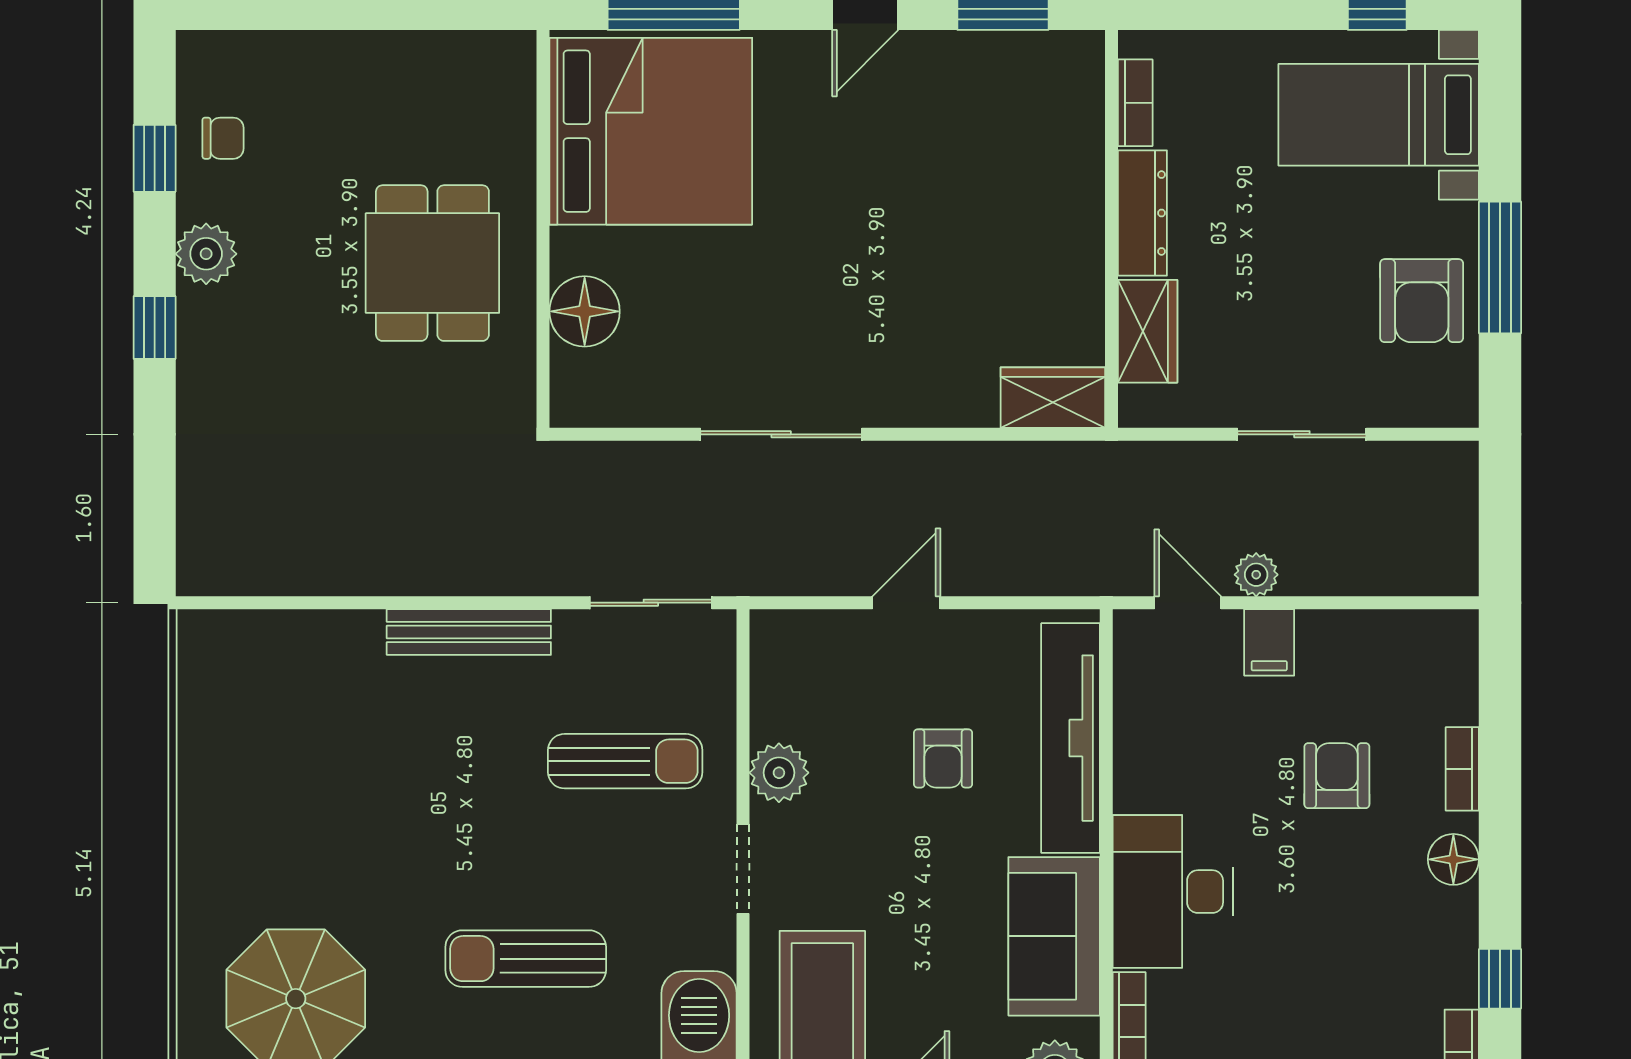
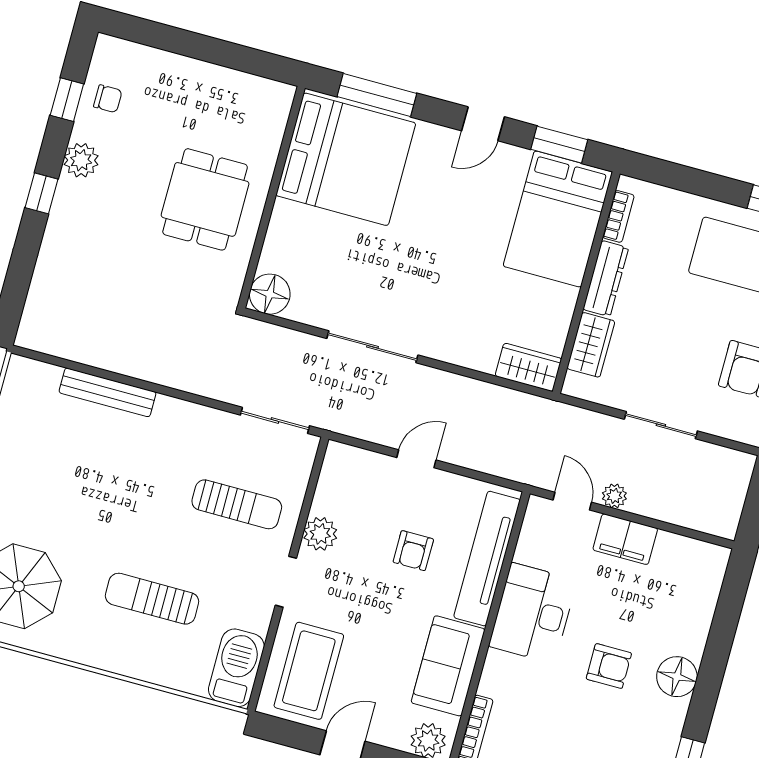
bed: (1034, 135) -> (558, 219), added
floor lamp: (585, 311) -> (270, 294), moved
bench: (469, 632) -> (108, 392), moved
filing cabinet: (1269, 642) -> (625, 539), width x2.00
bookcase: (1462, 769) -> (699, 635), removed
armchair: (1337, 776) -> (609, 666), moved, turned 90
floor lamp: (1453, 859) -> (677, 677), width x1.38, depth x1.38
desk: (1173, 892) -> (533, 613), moved

